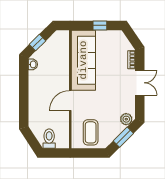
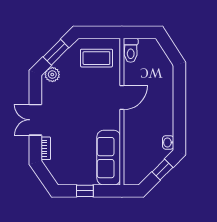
sofa: (83, 60) -> (109, 158), width x0.74, depth x0.79
coffee table: (91, 132) -> (96, 58), turned 90
toilet: (49, 139) -> (131, 50), moved

